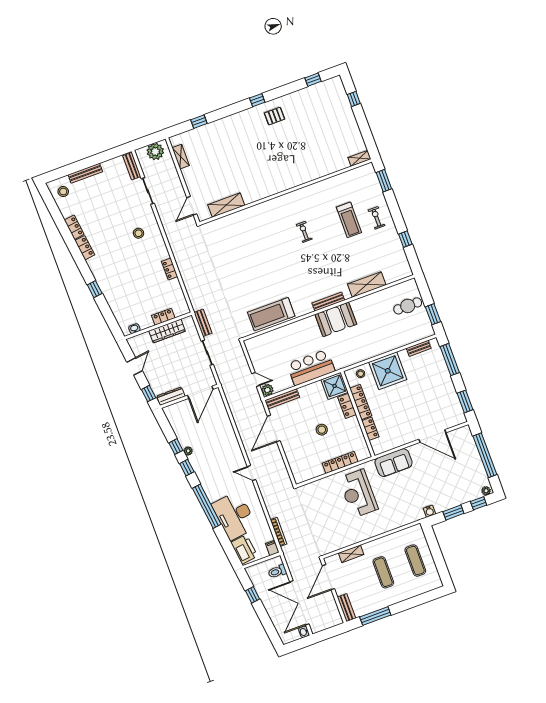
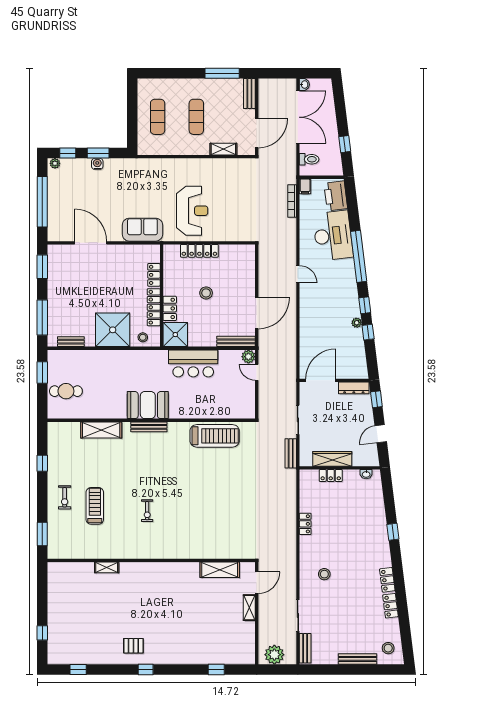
shelving: (181, 157) -> (249, 608), moved
shelving: (360, 158) -> (107, 567), moved
water cooler: (430, 511) -> (97, 164), moved

